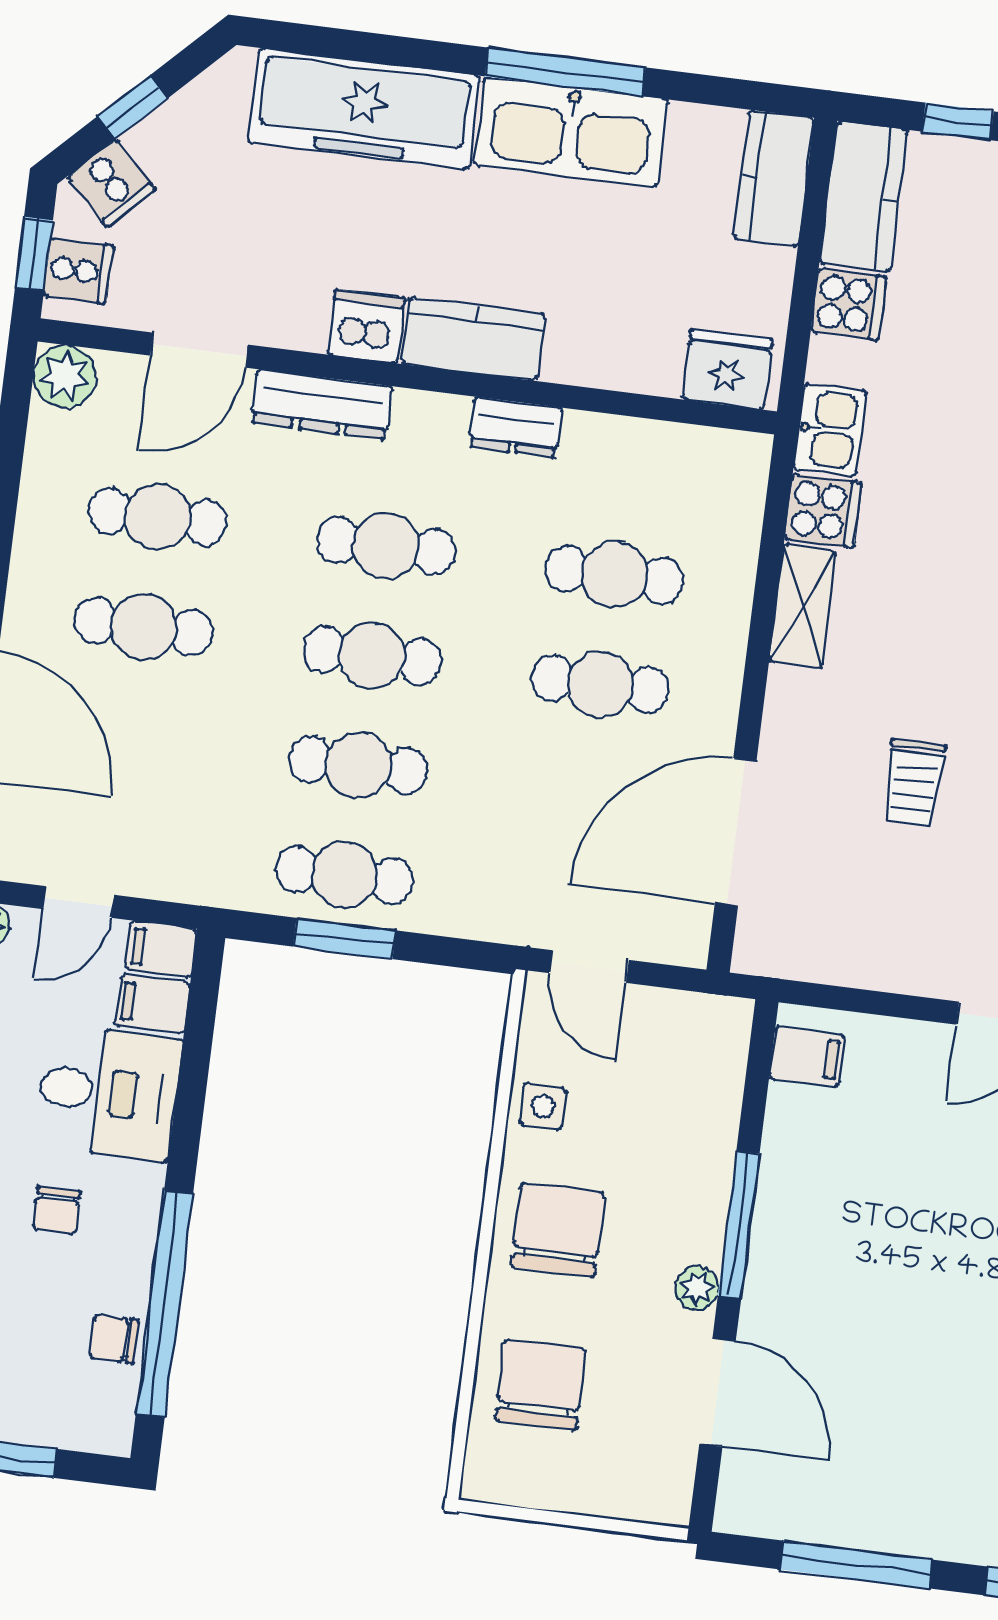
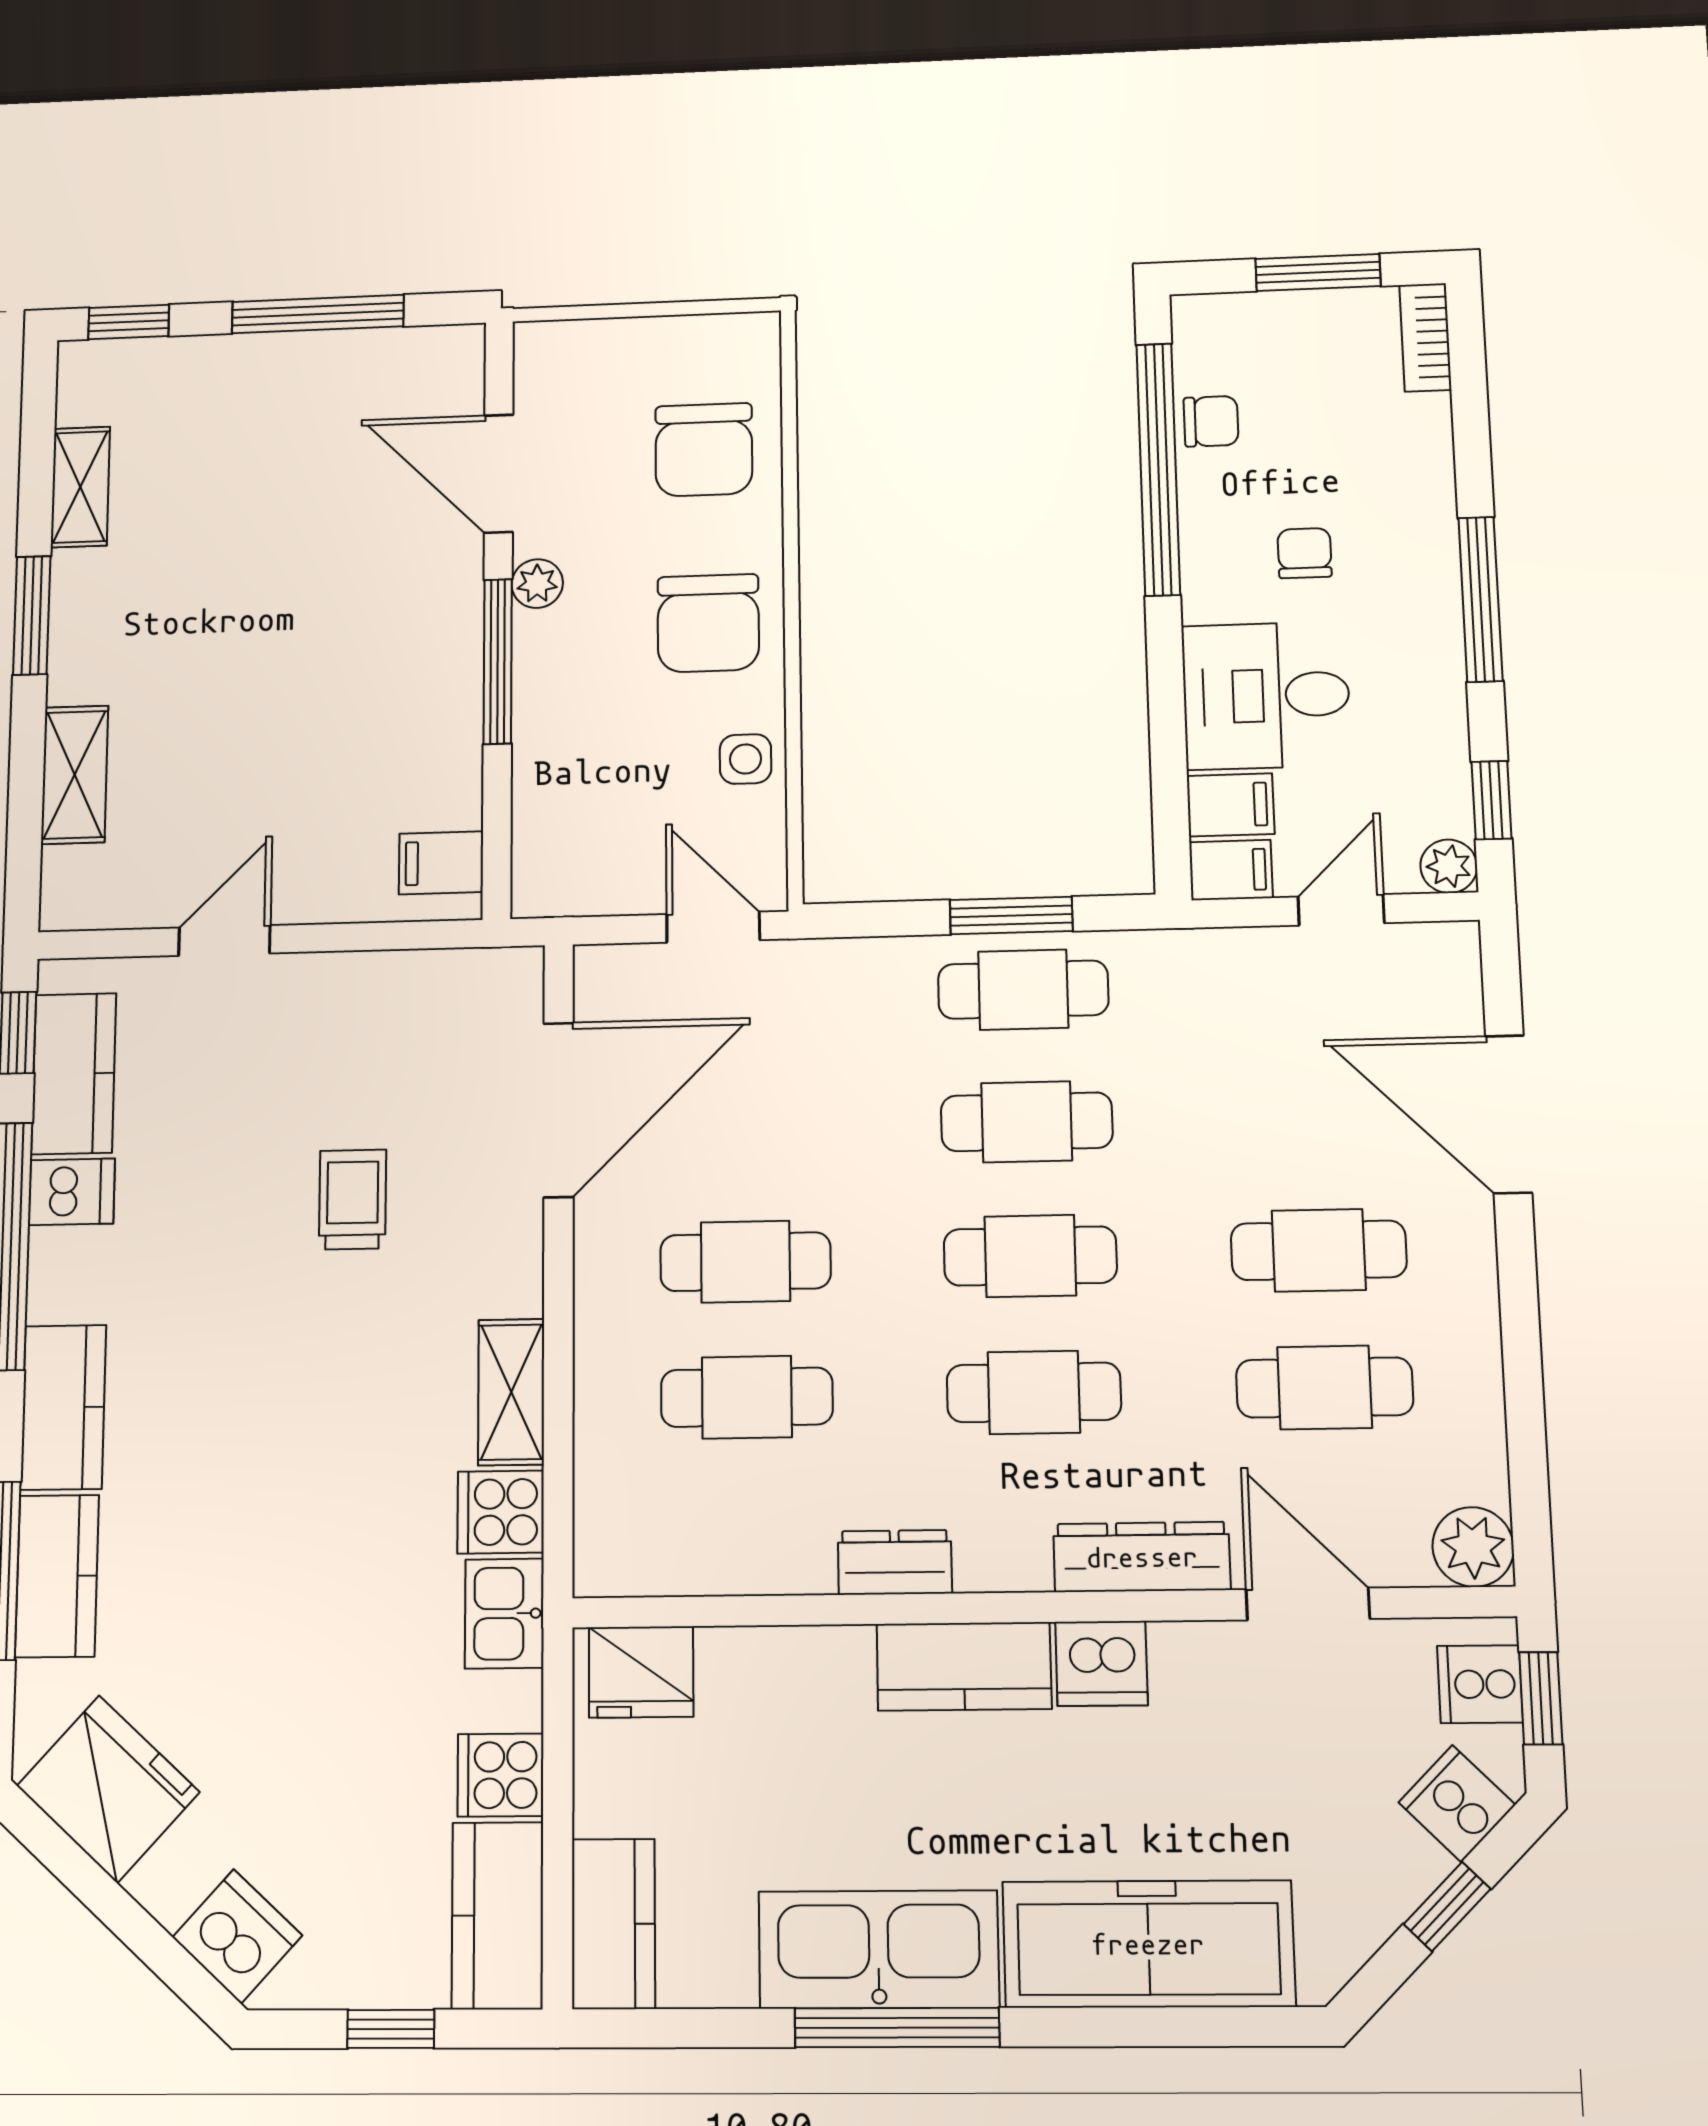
door: (199, 350) -> (1308, 1604), hinge flipped

